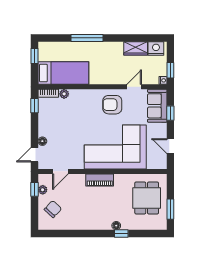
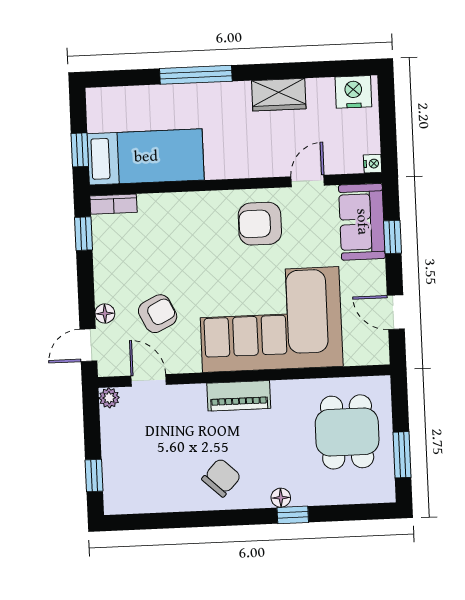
wardrobe: (136, 48) -> (279, 95), moved
window: (34, 56) -> (80, 150), moved
window: (170, 70) -> (388, 140), removed
plant: (64, 94) -> (149, 204), removed
armchair: (66, 142) -> (158, 314), added
door: (60, 171) -> (149, 380), swing flipped
window: (34, 189) -> (94, 476), moved
plant: (43, 190) -> (109, 398), moved
chair: (53, 209) -> (221, 478), moved

